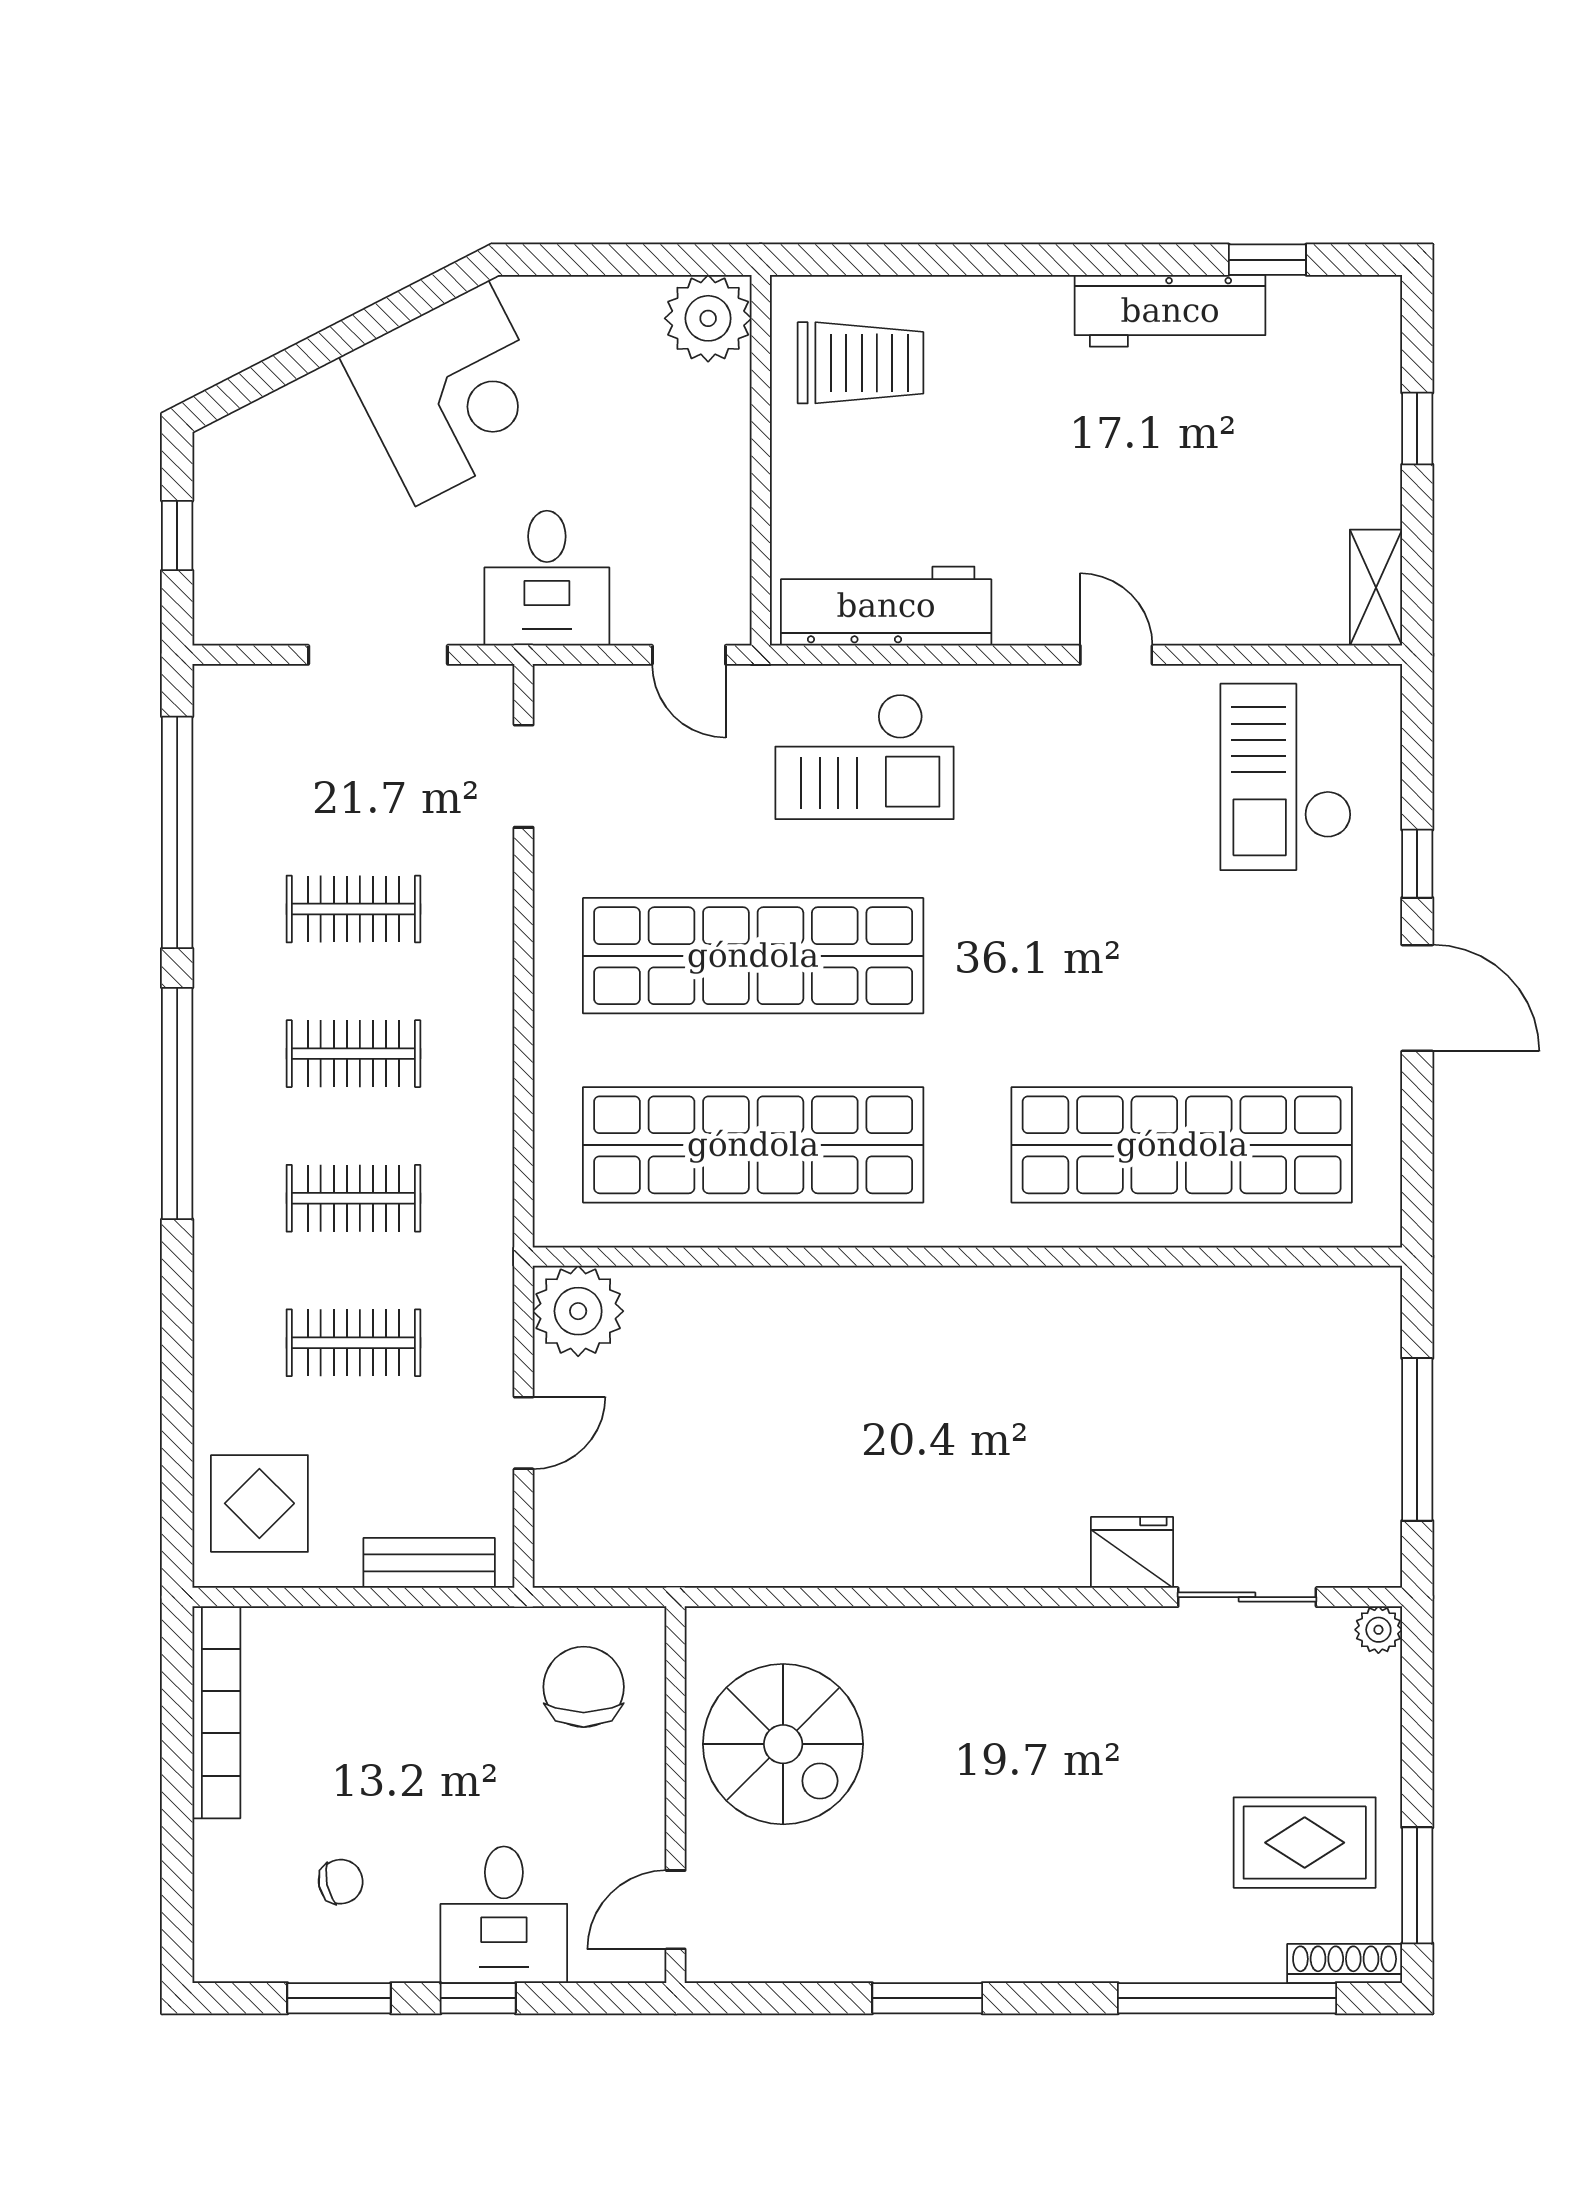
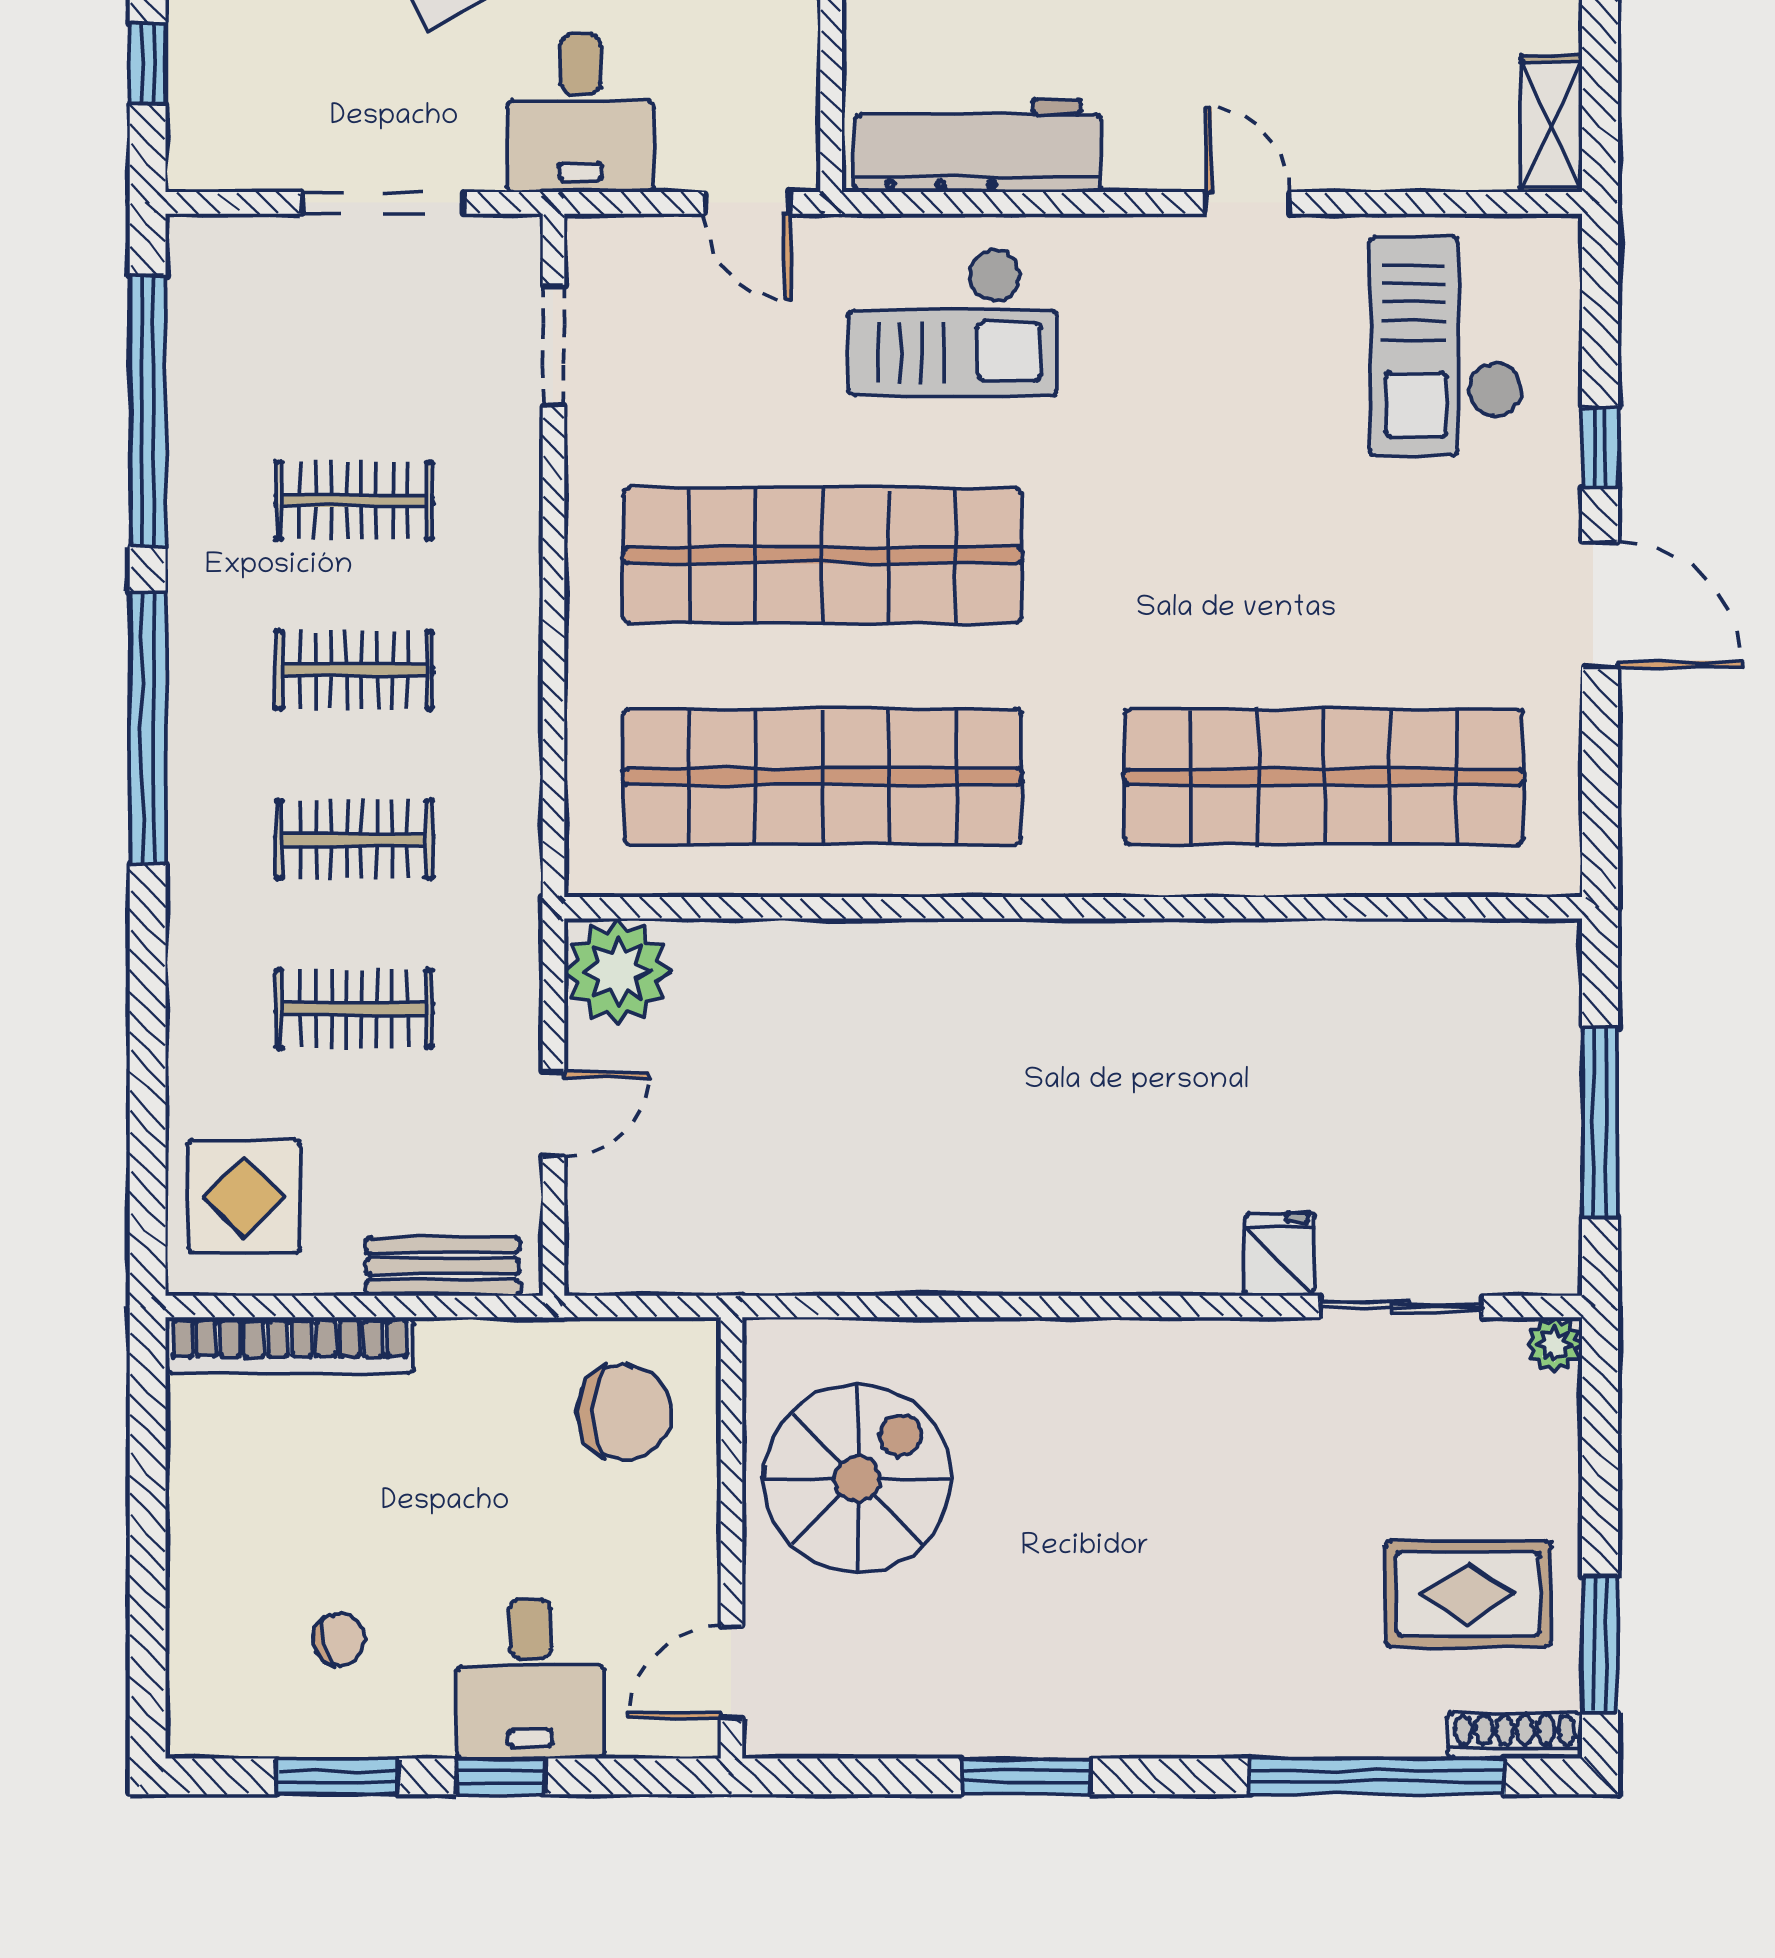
fridge: (1132, 1552) -> (1279, 1254), width x0.72
chair: (584, 1687) -> (624, 1412), turned 91
bookcase: (216, 1712) -> (290, 1345), moved, turned 90
spiral stairs: (783, 1744) -> (857, 1479), turned -90

